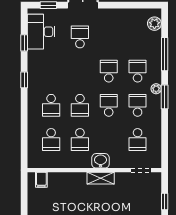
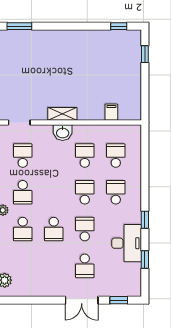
desk: (41, 32) -> (127, 243), moved
school desk: (109, 105) -> (85, 229), moved, turned 180
filing cabinet: (41, 180) -> (111, 112), moved

